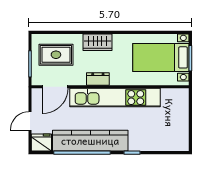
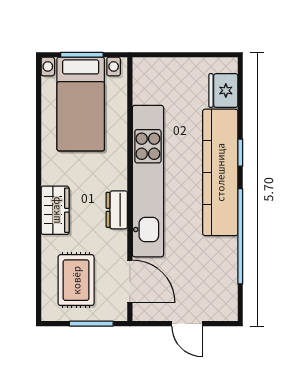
kitchen counter: (90, 141) -> (220, 172), moved
fridge: (41, 143) -> (223, 90), moved

